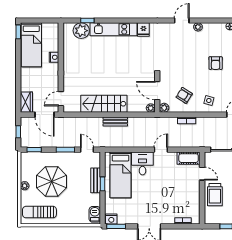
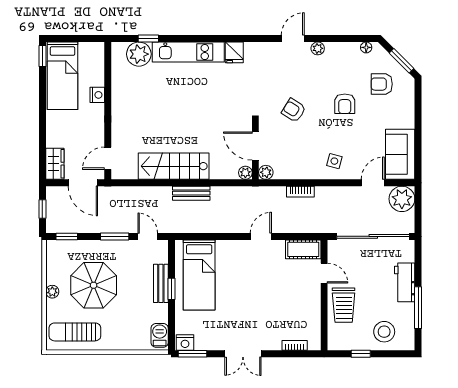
armchair: (184, 95) -> (294, 110), moved
desk: (142, 163) -> (233, 257), removed

